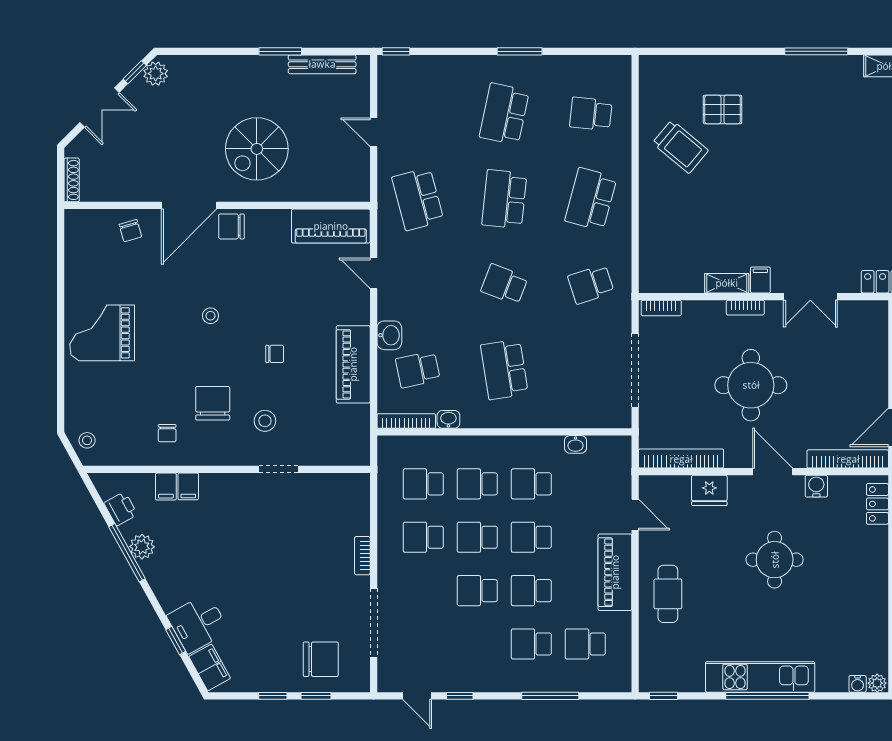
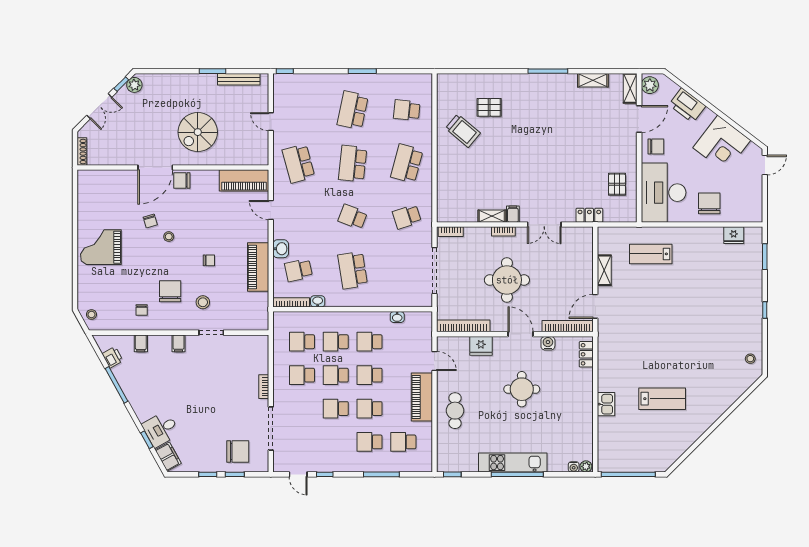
chair: (130, 231) -> (150, 221), moved
filing cabinet: (188, 486) -> (179, 343), moved
plant: (142, 547) -> (126, 381), removed

